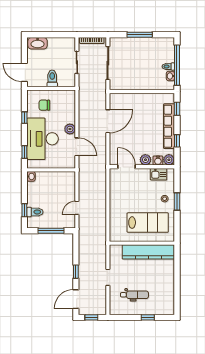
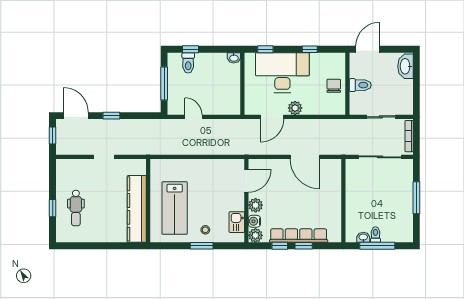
window: (177, 65) -> (377, 246), width x0.68
chair: (44, 105) -> (334, 86), moved
window: (177, 109) -> (304, 246), moved
dental chair: (134, 295) -> (76, 208), moved

